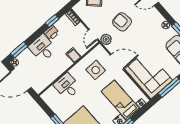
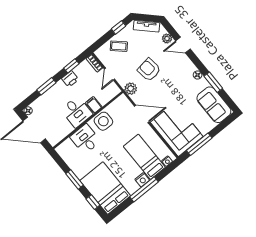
door: (93, 35) -> (109, 74), moved
desk: (42, 48) -> (77, 112), moved, turned 180
window: (19, 50) -> (46, 86), moved
side table: (96, 70) -> (103, 121), moved

